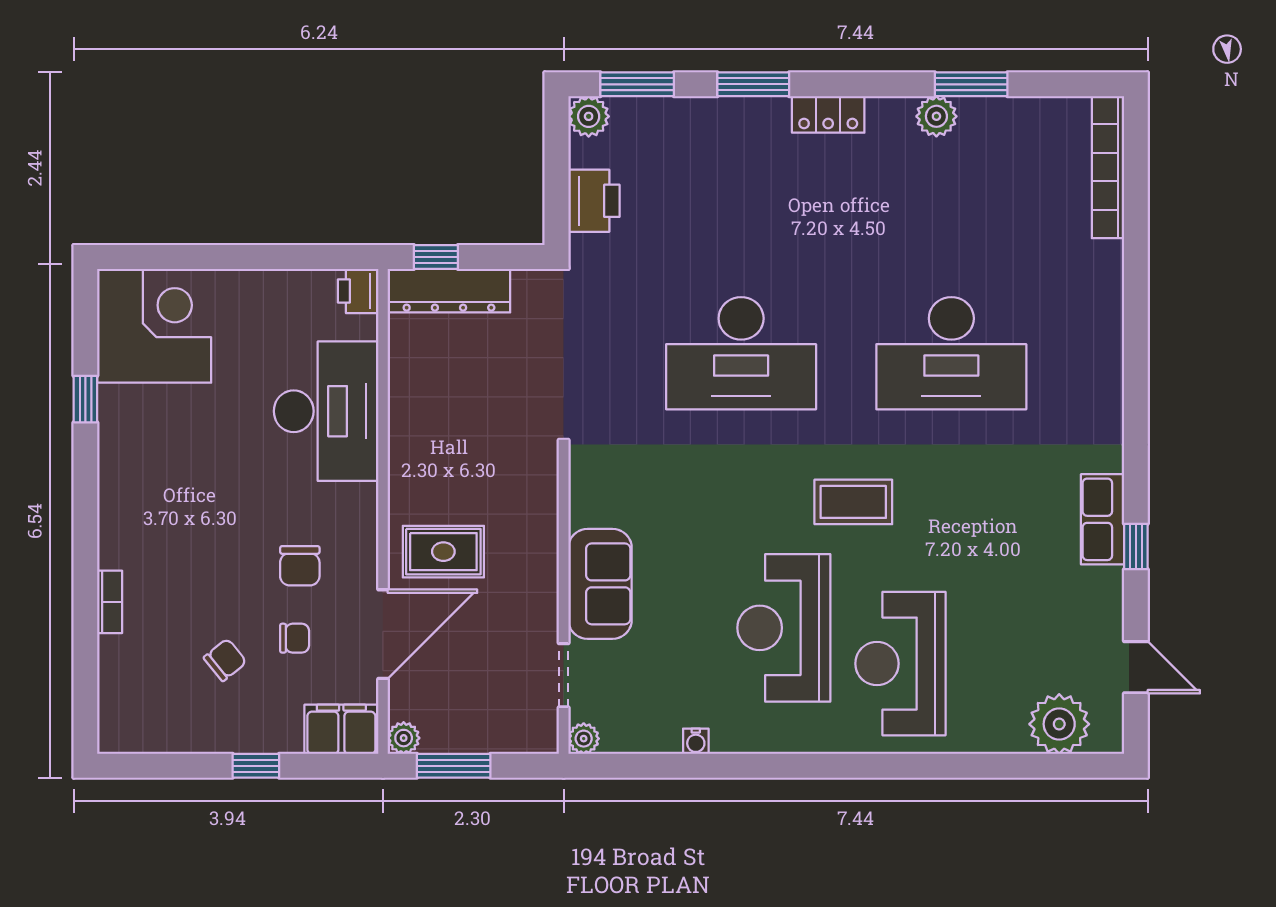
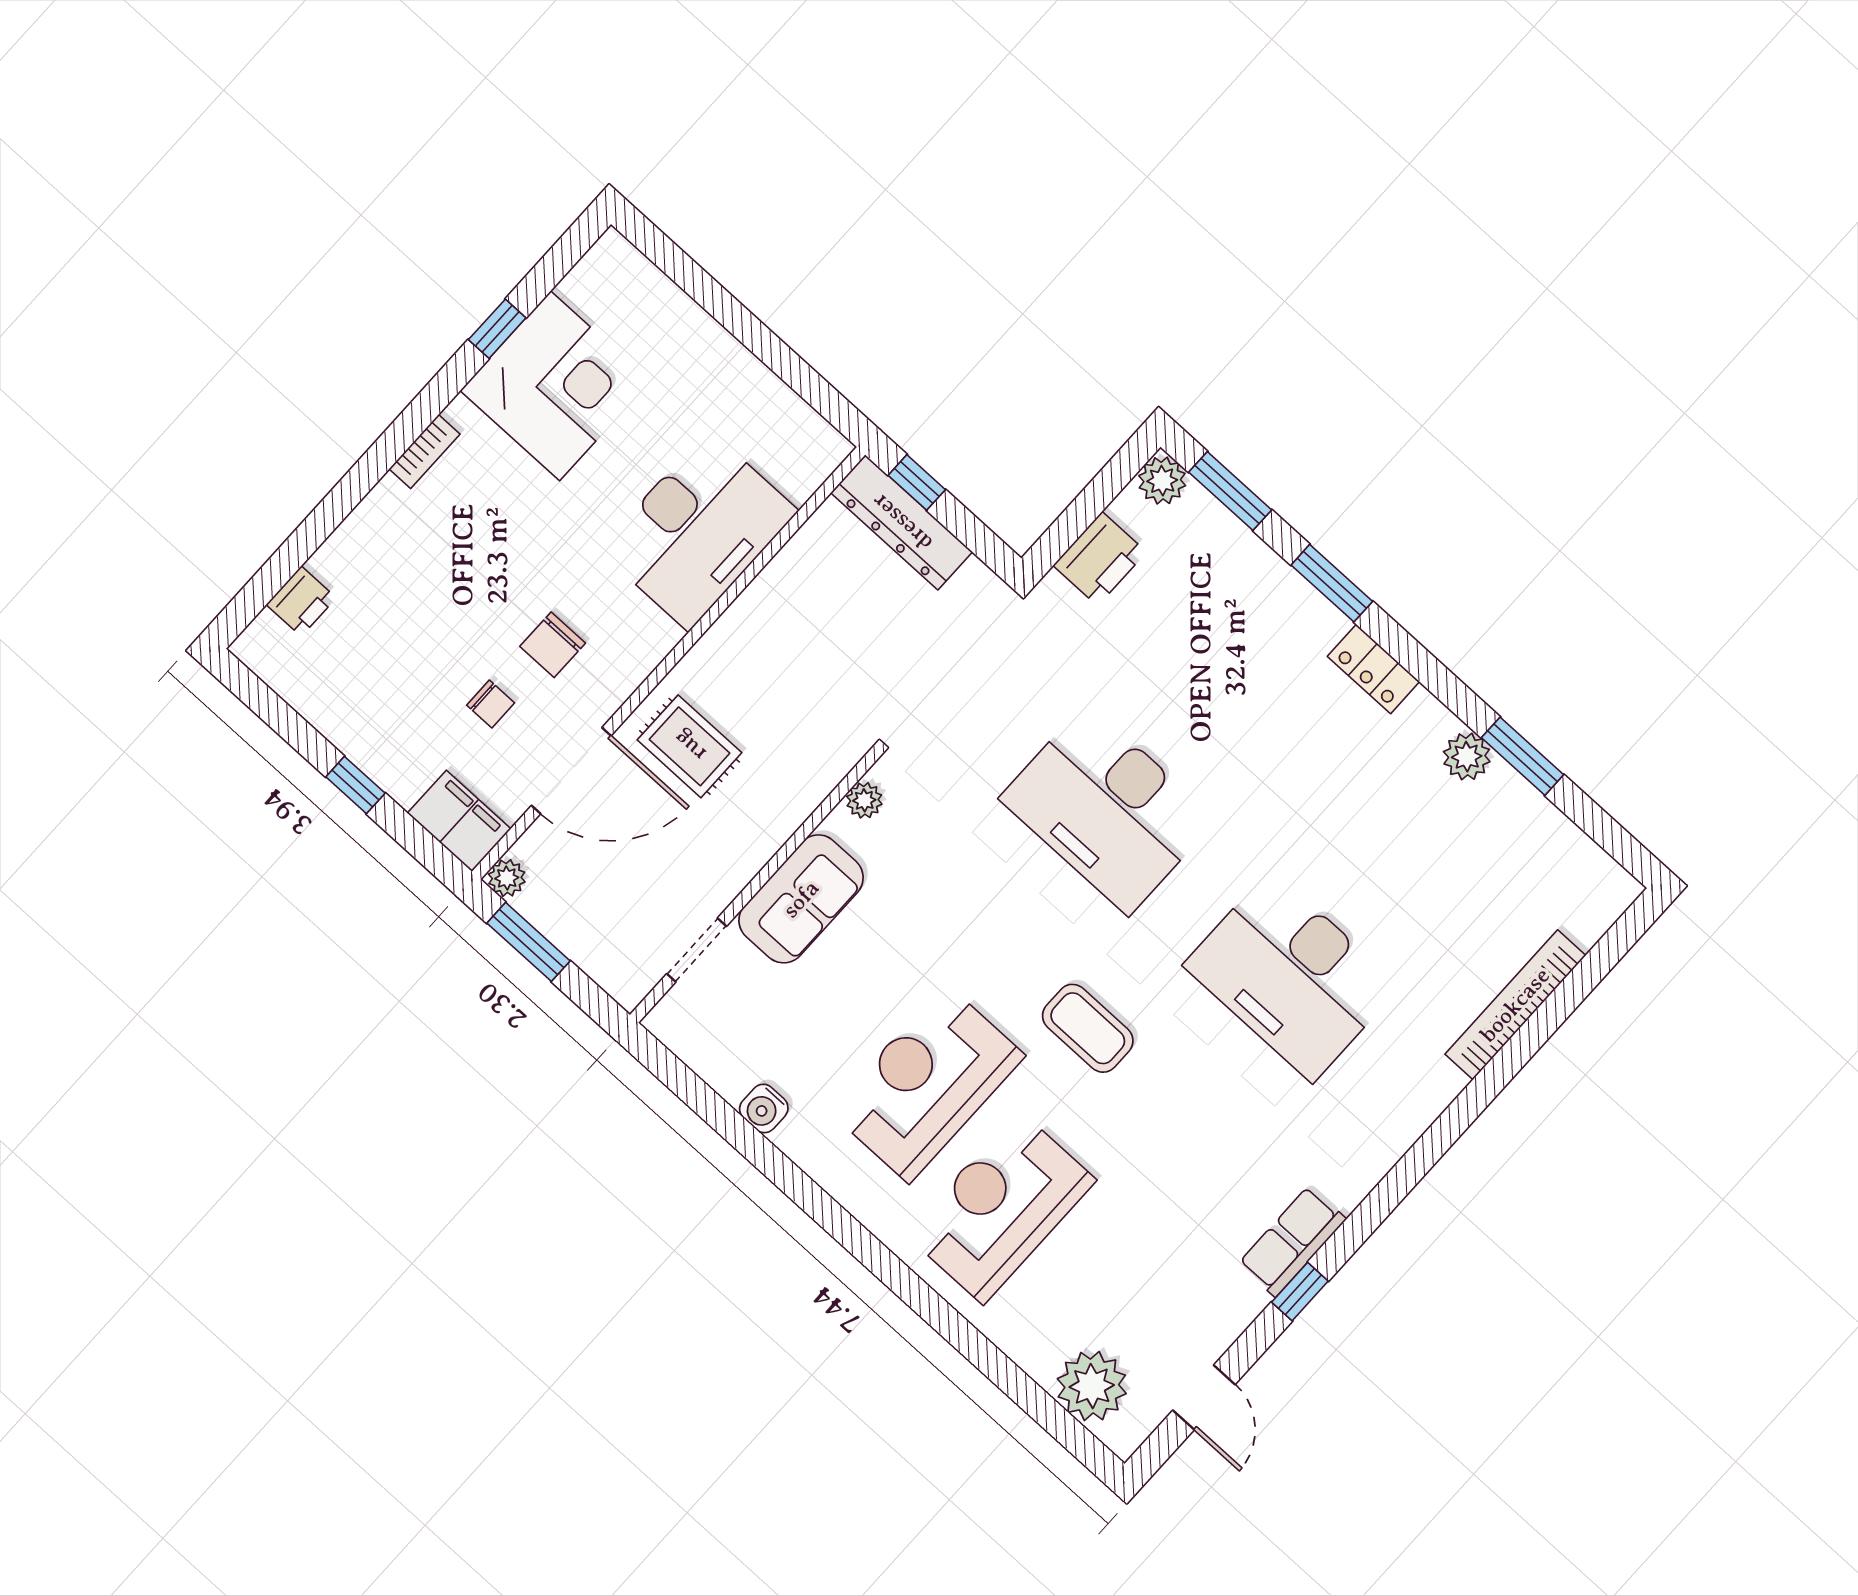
bookcase: (1108, 167) -> (1515, 1005), moved
printer: (358, 291) -> (301, 601), moved, turned 180
corner desk: (154, 326) -> (555, 386), moved
bookcase: (110, 602) -> (425, 451), moved
chair: (225, 660) -> (412, 668), removed
plant: (584, 739) -> (864, 800), moved
water cooler: (696, 741) -> (764, 1108), width x1.38, depth x1.38

